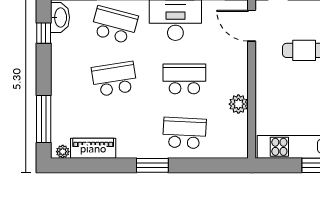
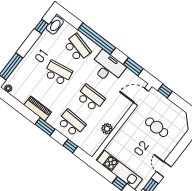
door: (252, 26) -> (141, 97), hinge flipped
piano: (93, 148) -> (38, 108), moved
window: (206, 165) -> (70, 146), added

